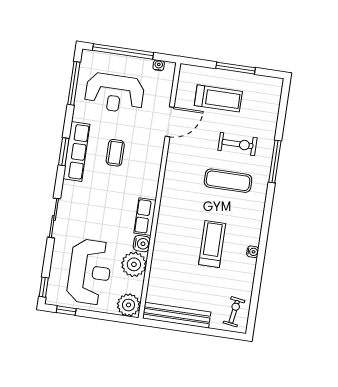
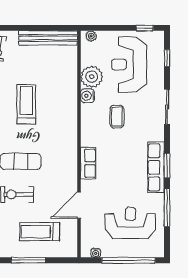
window: (74, 83) -> (167, 208), moved
coffee table: (115, 153) -> (117, 117), moved
row of seats: (145, 217) -> (88, 163), moved
treadmill: (212, 244) -> (26, 104), turned 180
window: (44, 287) -> (167, 58), moved
plant: (129, 305) -> (91, 36), width x0.53, depth x0.53

